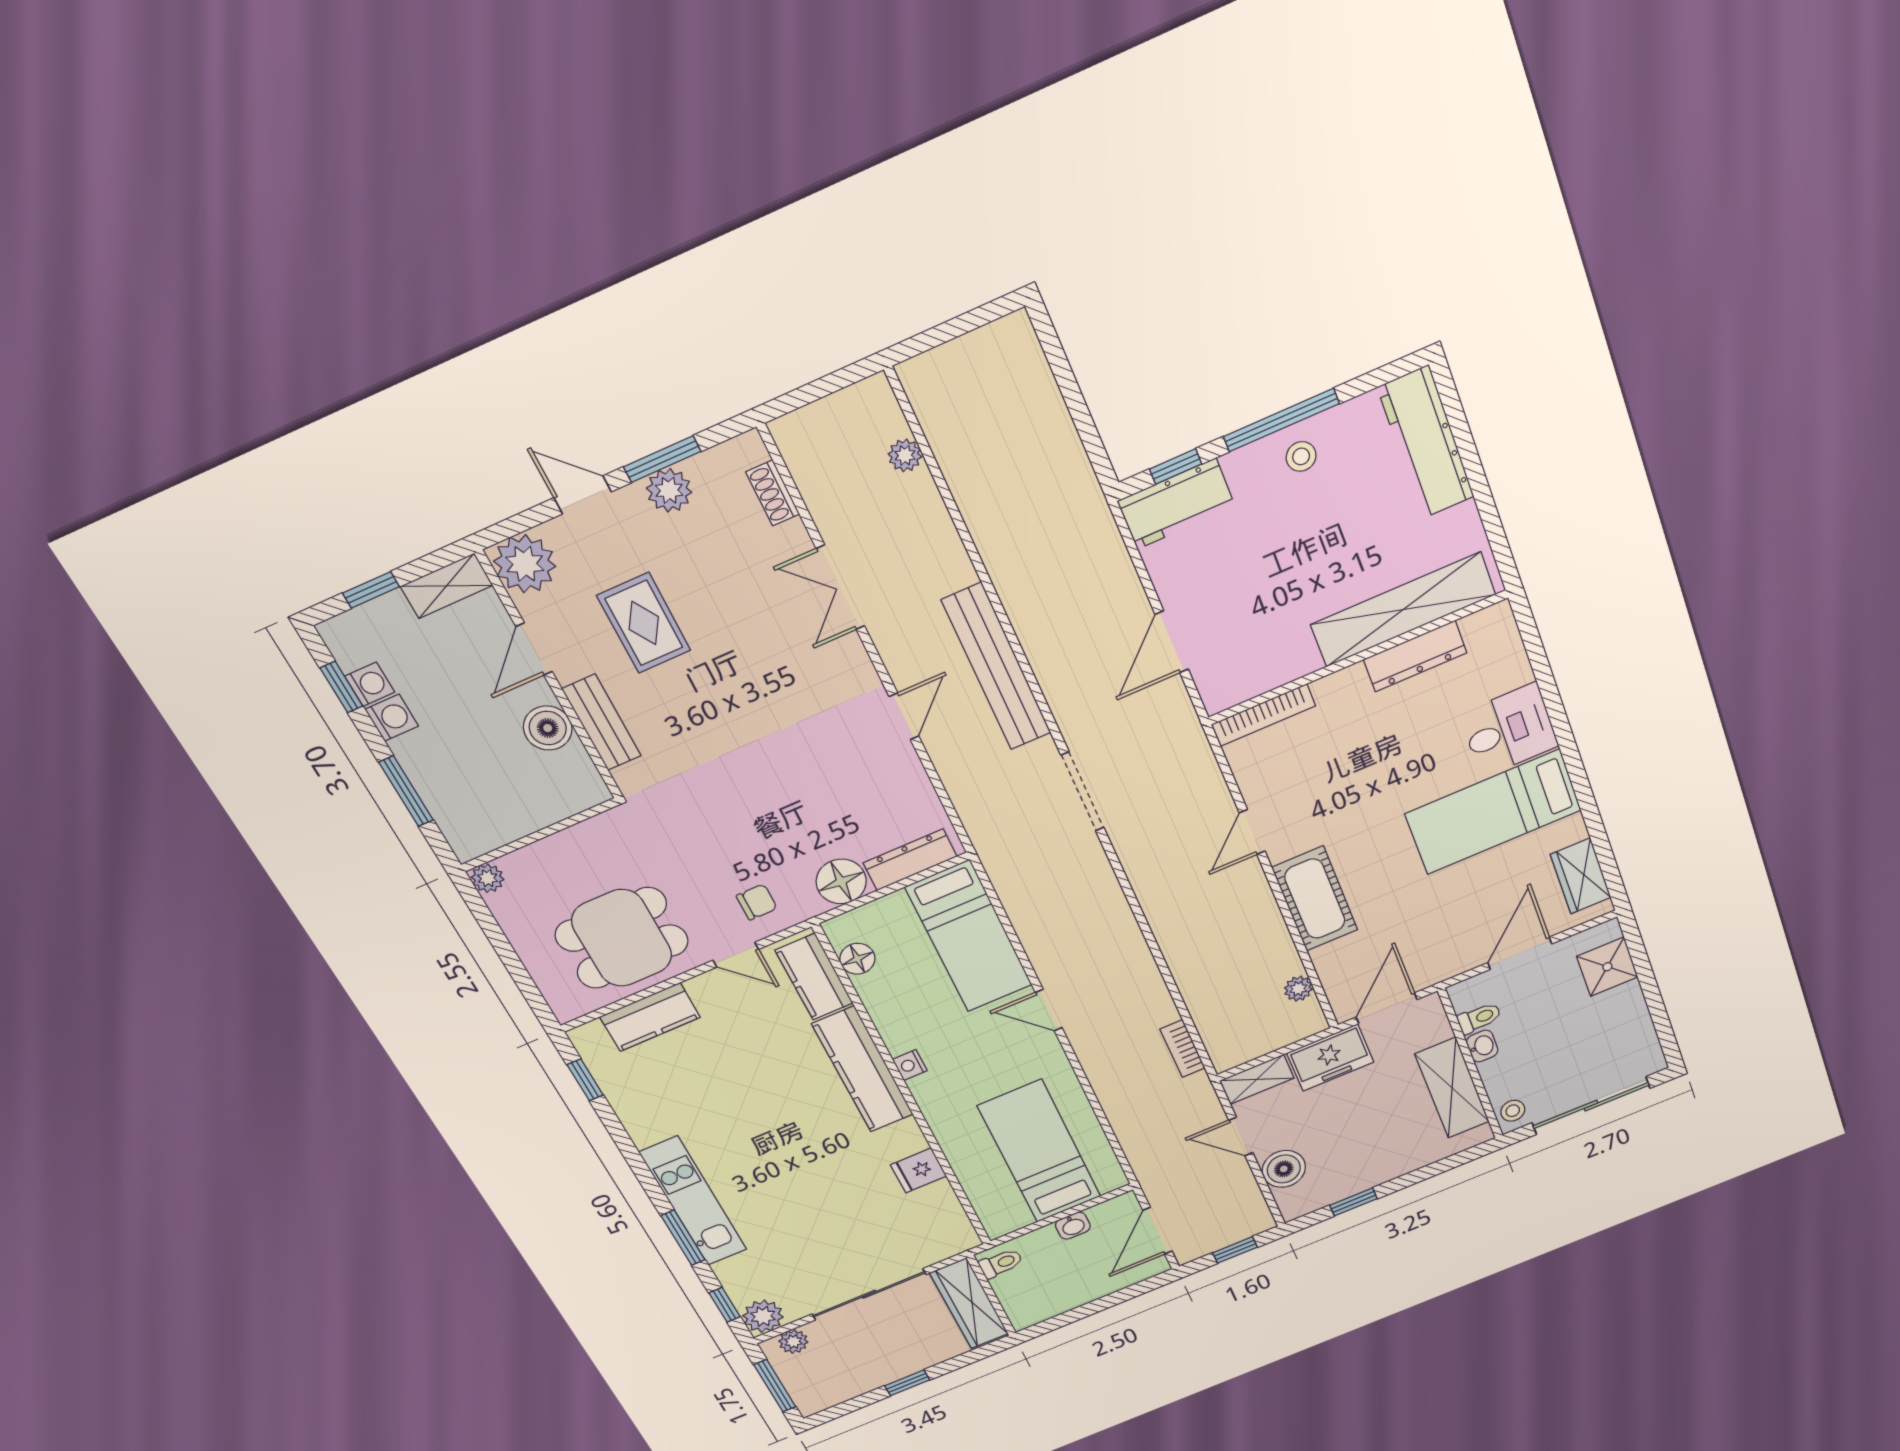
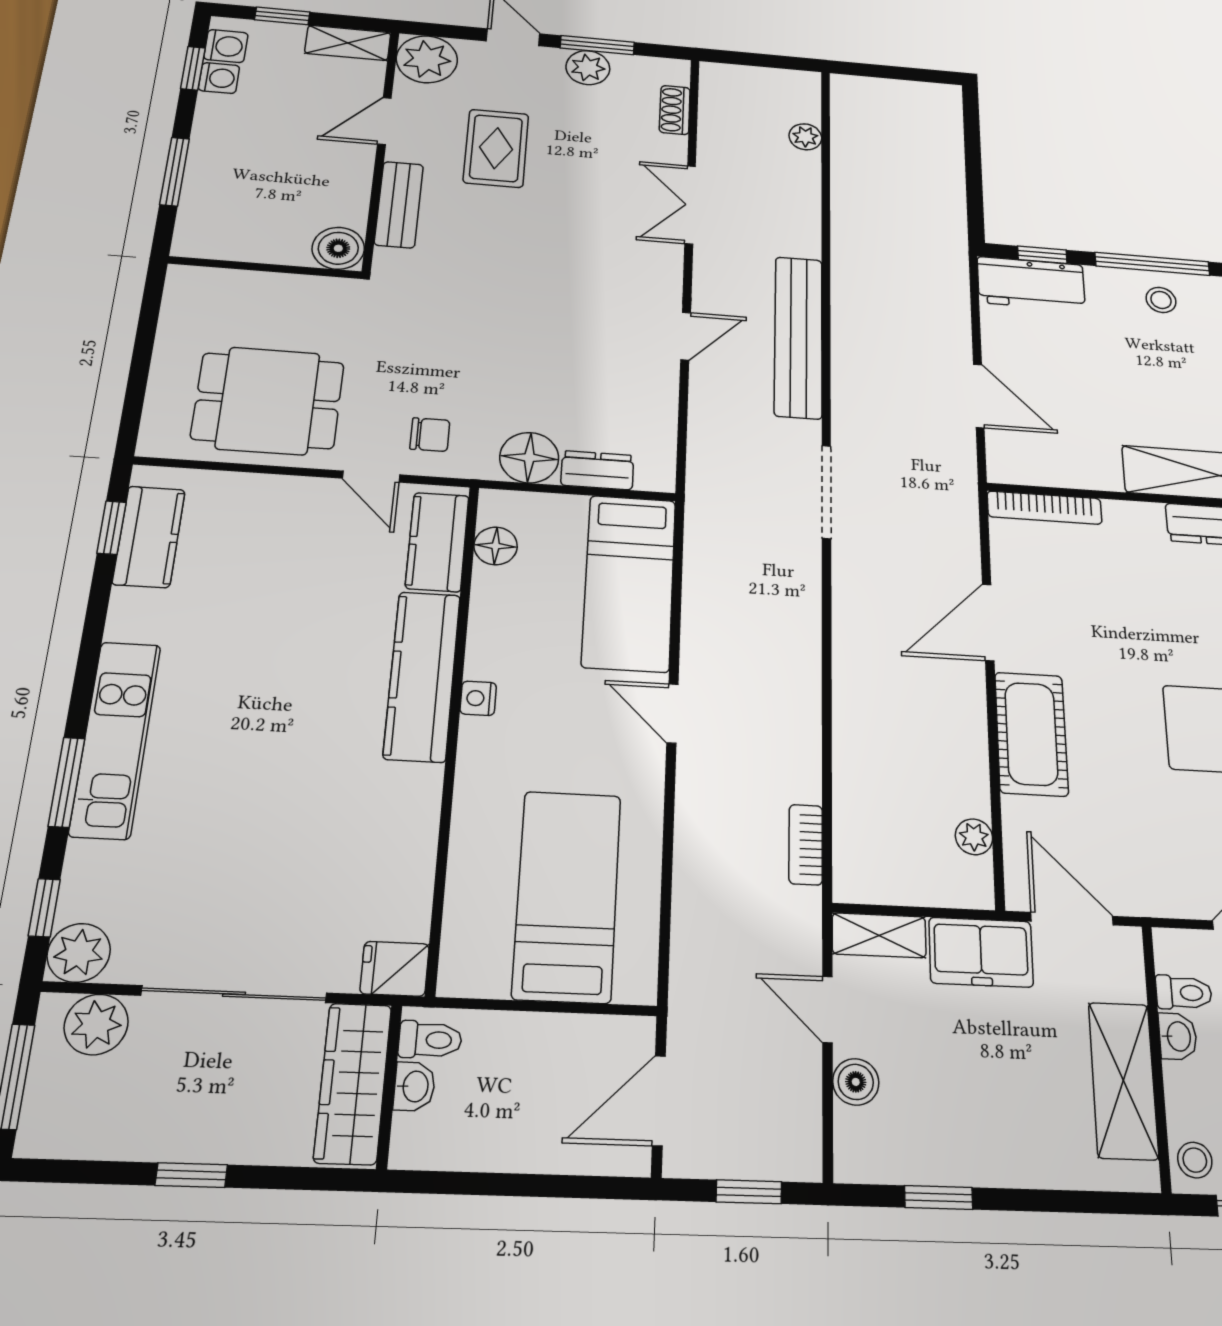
door: (1172, 642) -> (979, 396), swing flipped
washing machine: (392, 718) -> (226, 46), moved
boiler: (548, 728) -> (338, 248), moved
door: (1252, 832) -> (988, 622), width x1.38
dresser: (910, 860) -> (597, 470), width x0.70
plant: (488, 878) -> (184, 280), removed
door: (1386, 1008) -> (1072, 919), hinge flipped
kitchen counter: (650, 1017) -> (149, 537), moved, turned -90
boiler: (1284, 1169) -> (856, 1082), width x0.73, depth x0.73
fridge: (919, 1170) -> (395, 969), moved
washbasin: (1073, 1226) -> (414, 1086), moved, turned -90
plant: (793, 1342) -> (96, 1024), width x1.38, depth x1.38

